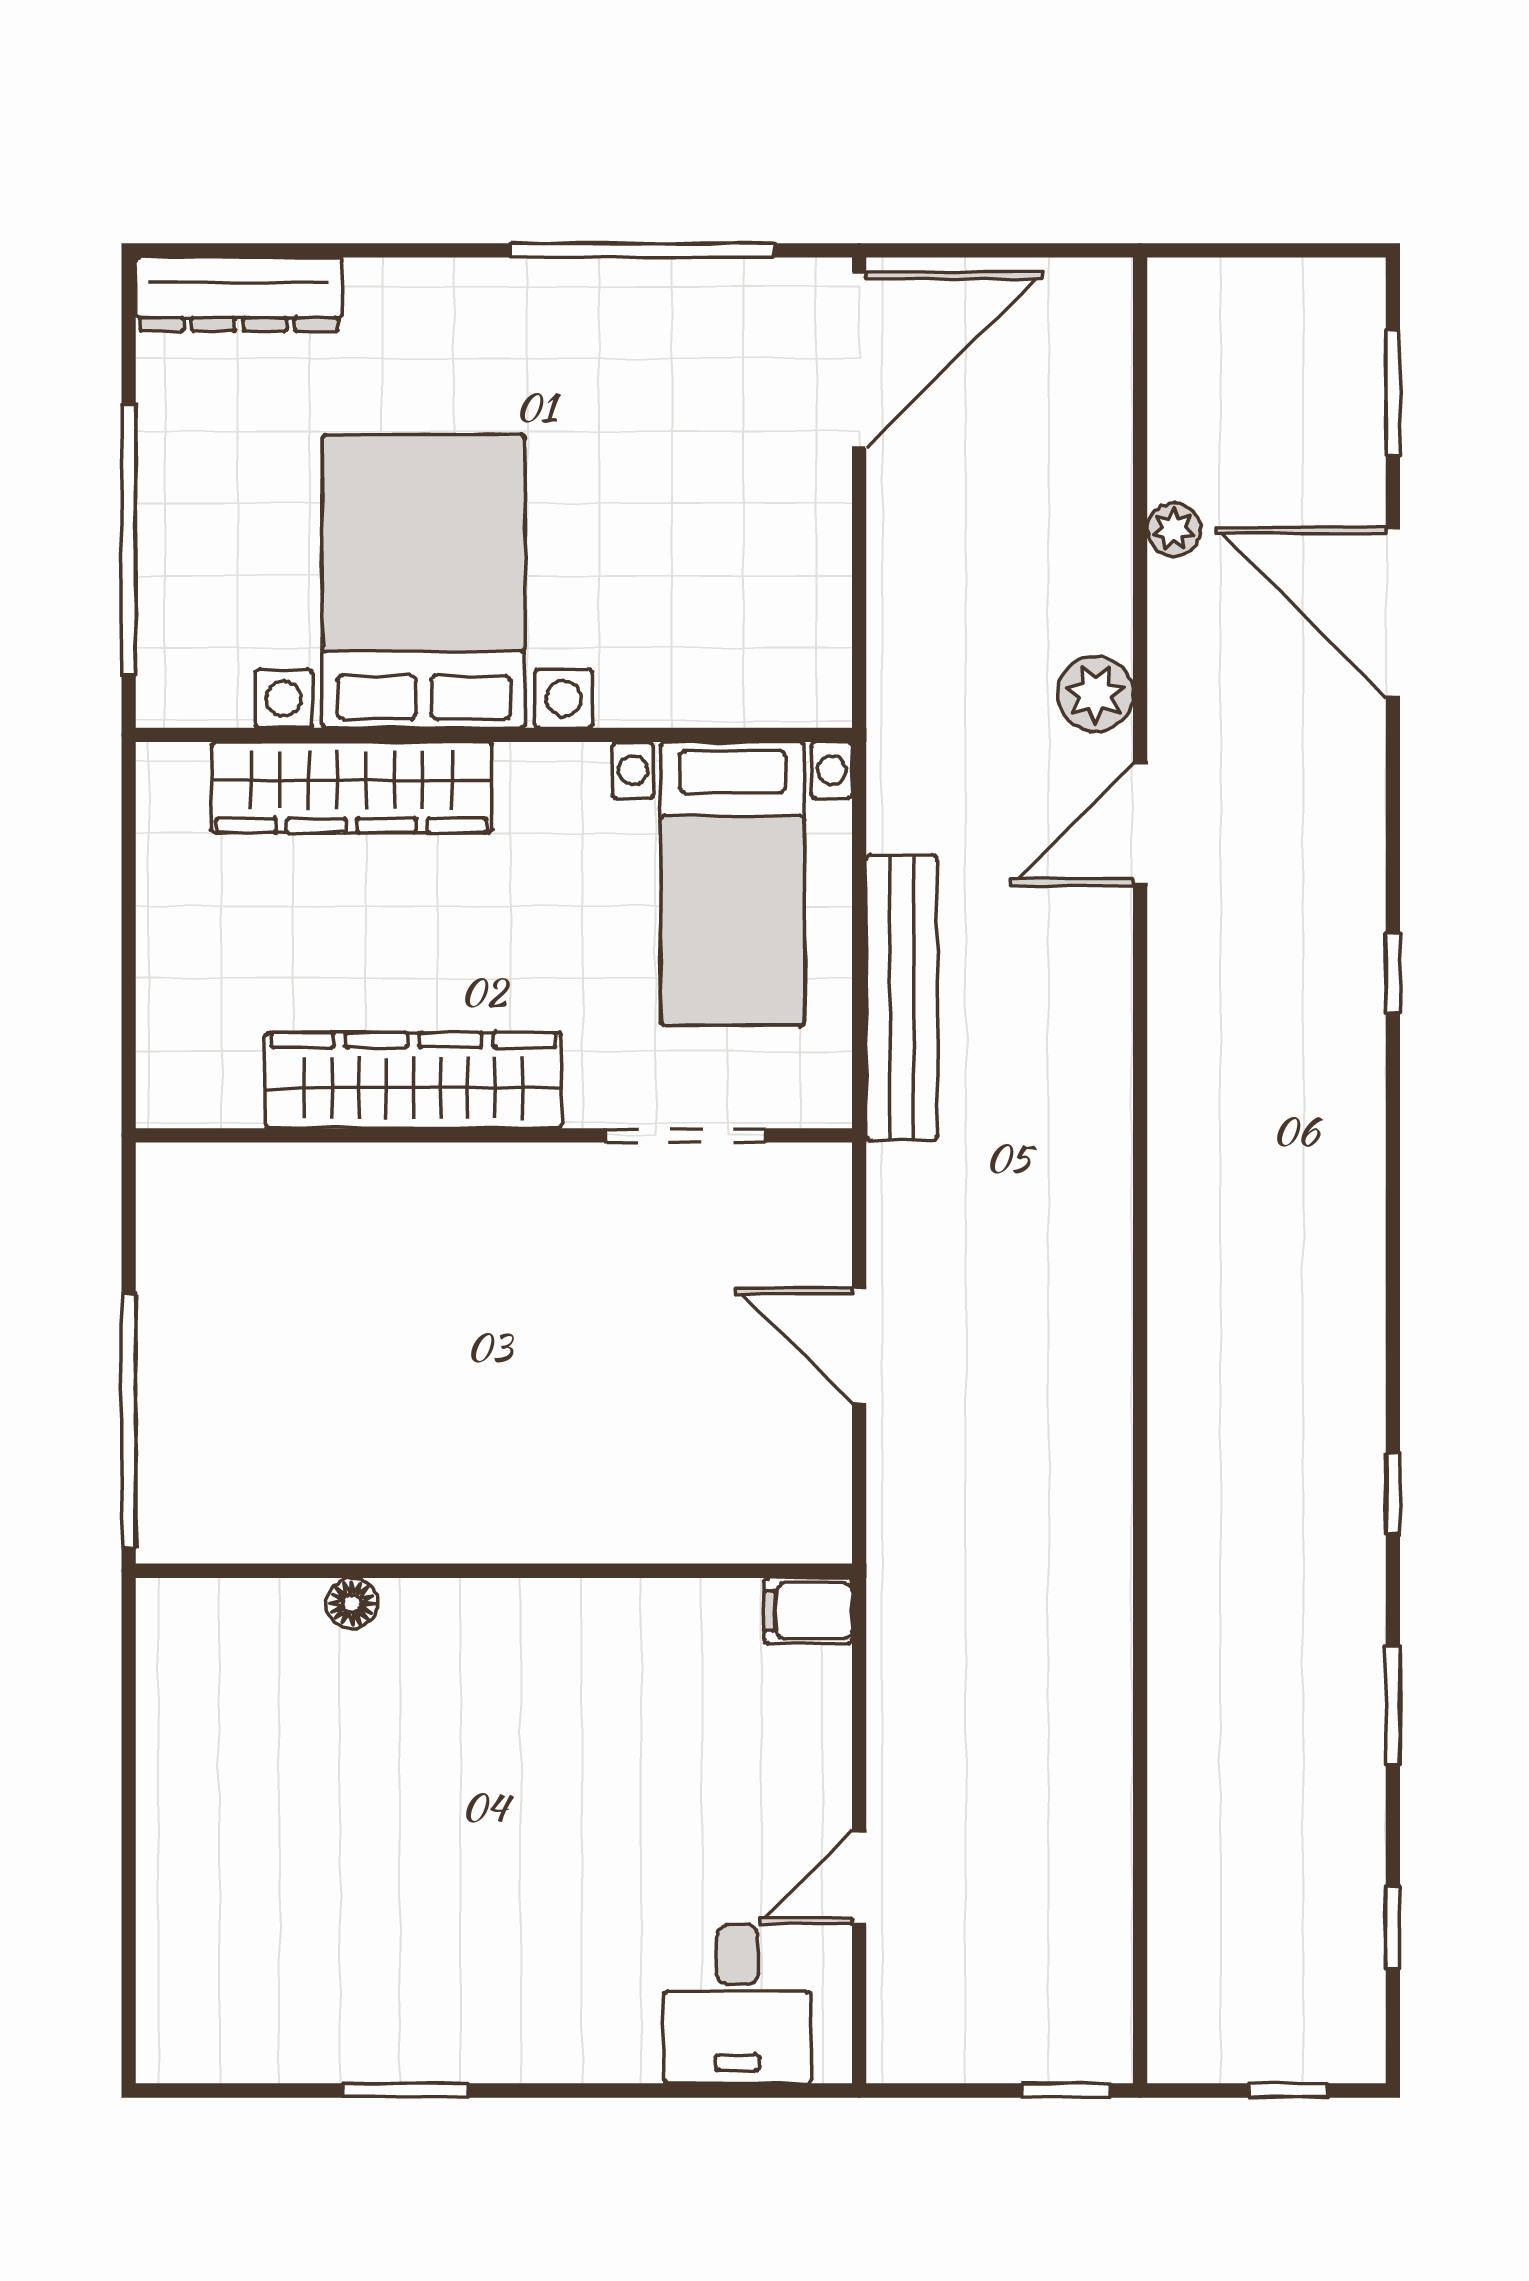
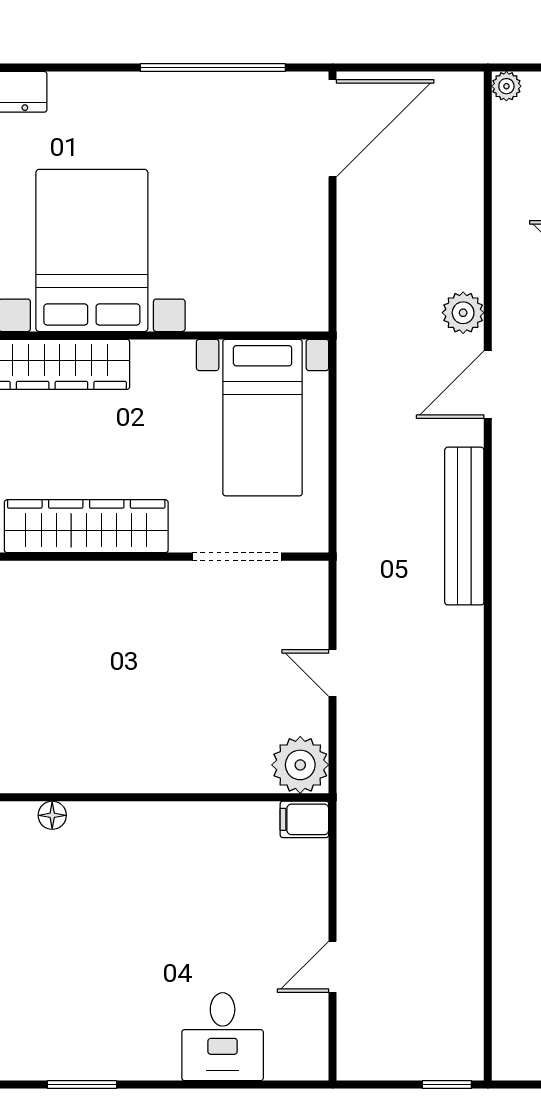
plant: (1174, 530) -> (506, 86), moved
bench: (902, 998) -> (464, 526), moved
door: (859, 1346) -> (333, 673), width x0.73
plant: (801, 1512) -> (300, 765), added
desk: (737, 2004) -> (223, 1037), moved

